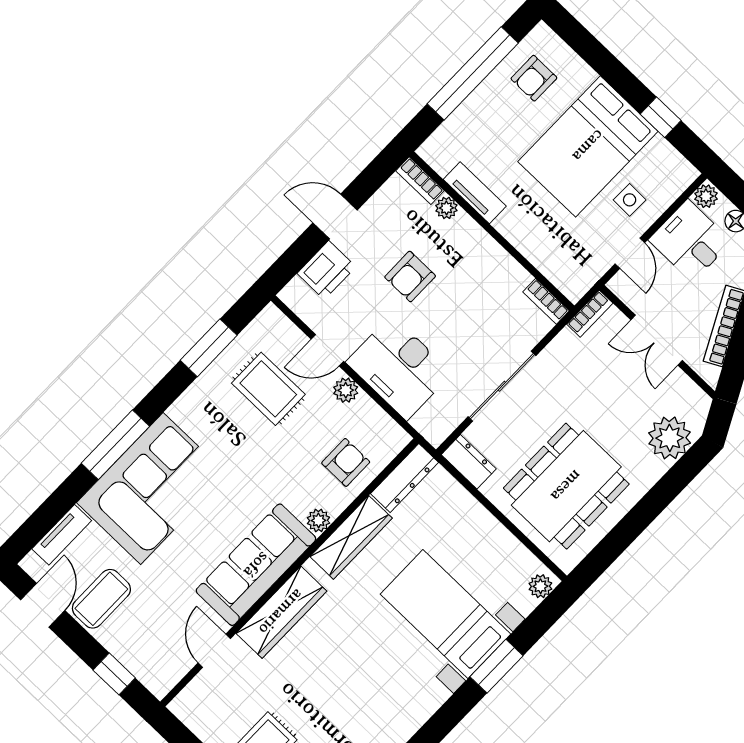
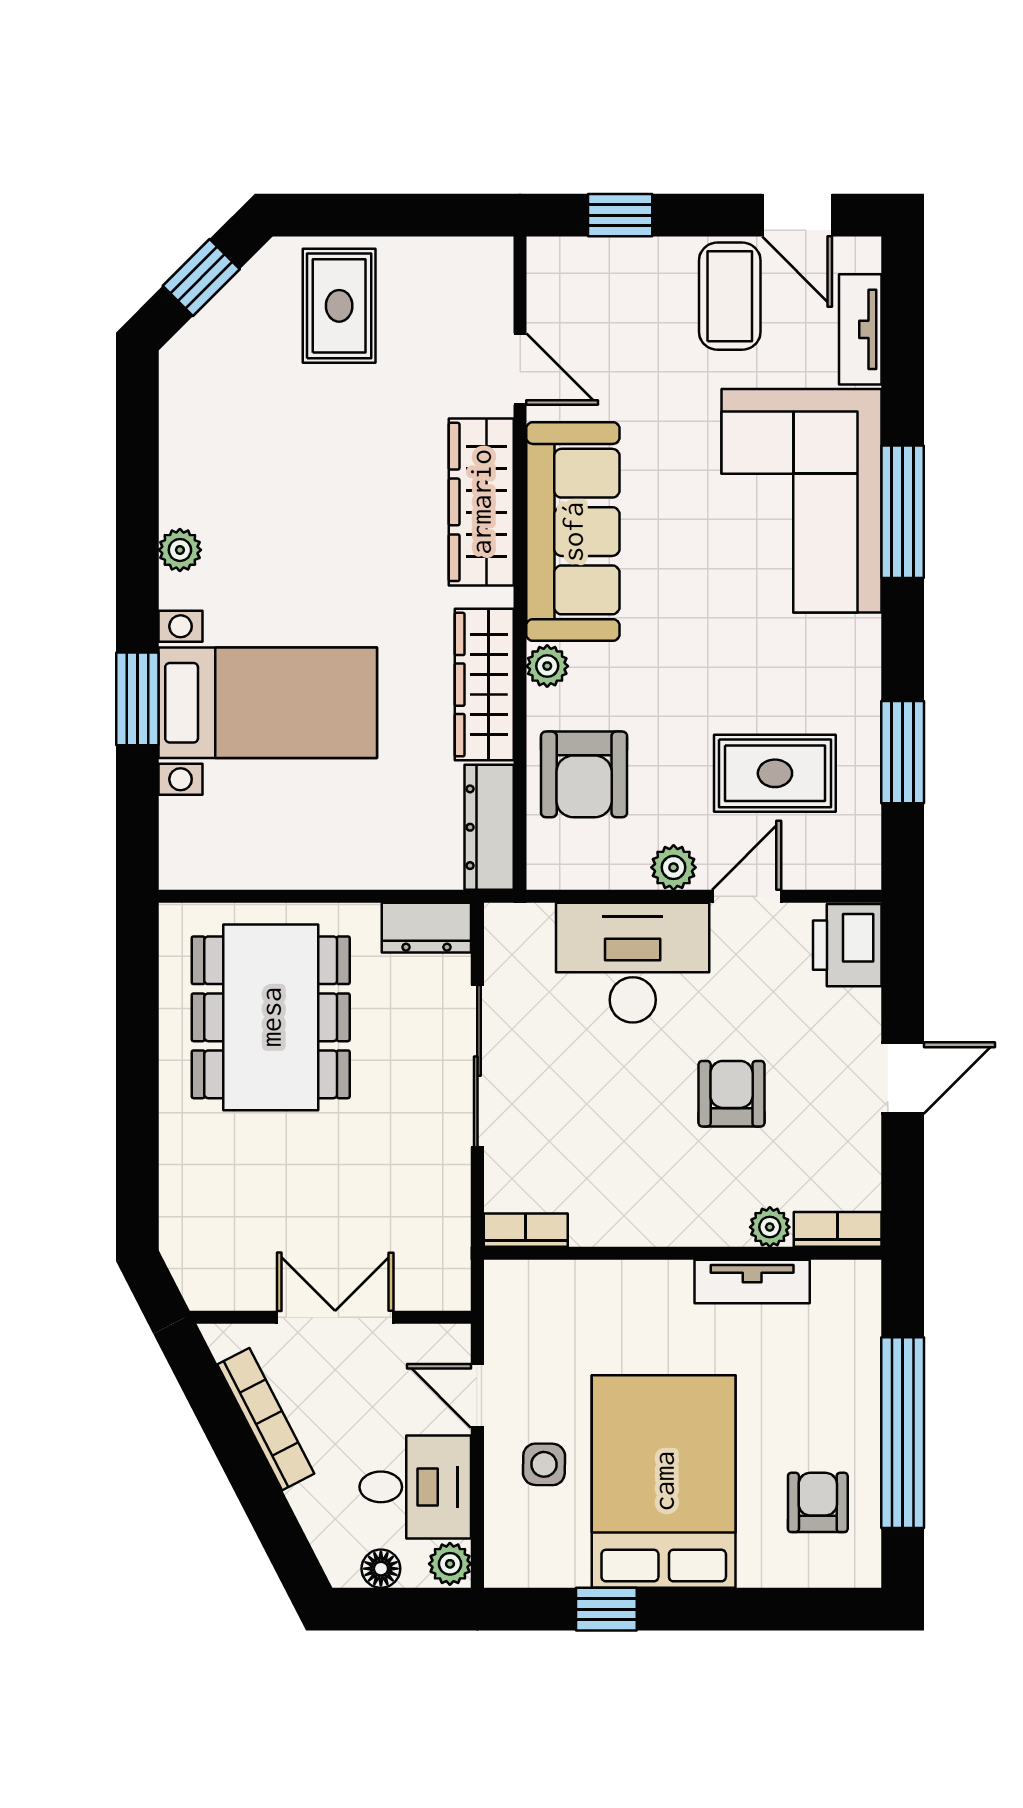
printer: (326, 270) -> (847, 945), moved
bookcase: (590, 314) -> (454, 1268), removed
plant: (670, 438) -> (197, 1207), removed
armchair: (346, 462) -> (584, 774), width x1.38, depth x1.38
plant: (540, 586) -> (180, 550), moved

